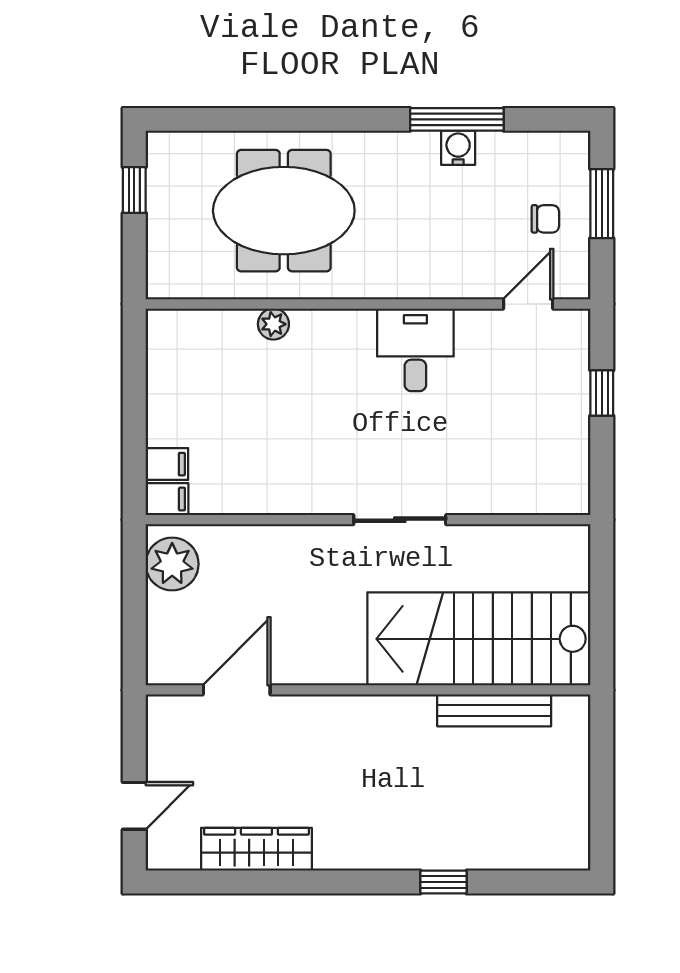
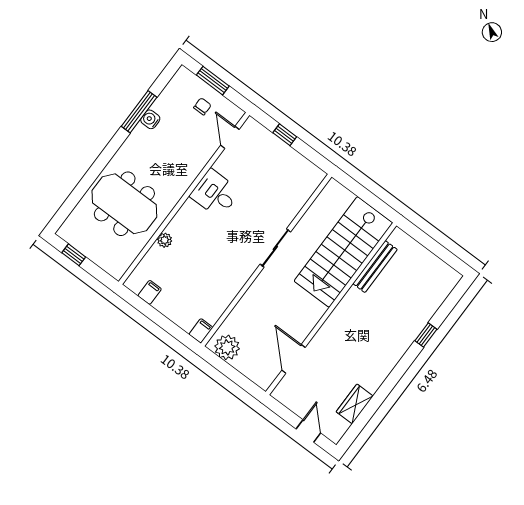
meeting table: (284, 211) -> (124, 204), turned 90
filing cabinet: (167, 464) -> (150, 292), moved
wardrobe: (256, 849) -> (355, 404), width x0.67

